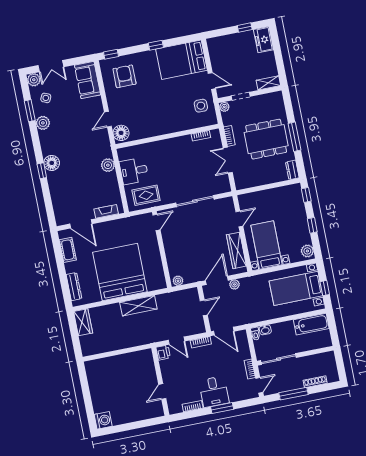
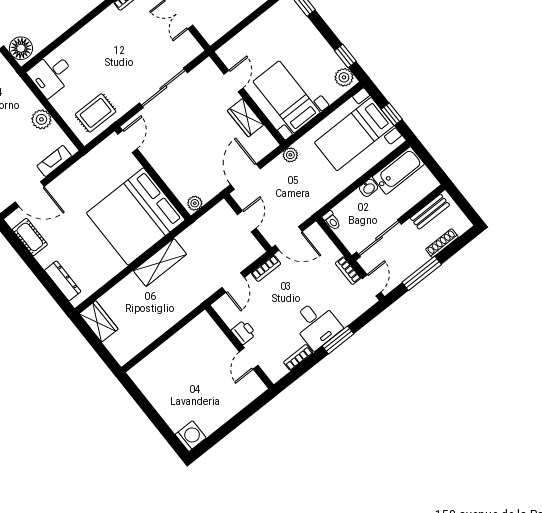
plant: (108, 165) -> (41, 119), moved
desk: (134, 171) -> (51, 74), moved
window: (312, 225) -> (345, 56), moved
wardrobe: (236, 250) -> (246, 118), width x0.67
bed: (120, 272) -> (136, 216), moved, turned -90
plant: (234, 284) -> (290, 155), moved
washbasin: (265, 330) -> (368, 188), moved
door: (177, 341) -> (233, 283), hinge flipped
printer: (163, 353) -> (244, 332), moved
bench: (318, 359) -> (430, 212), added

